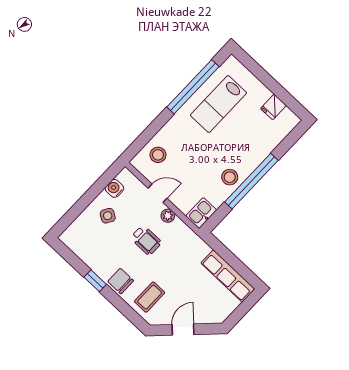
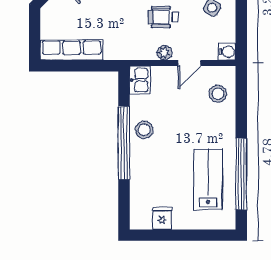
water cooler: (114, 188) -> (227, 52), moved

